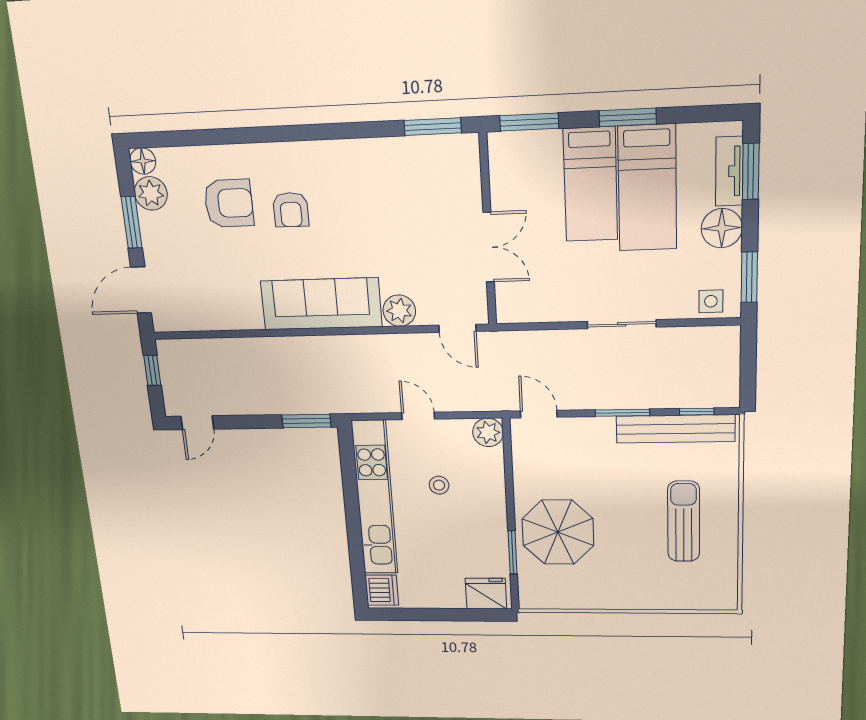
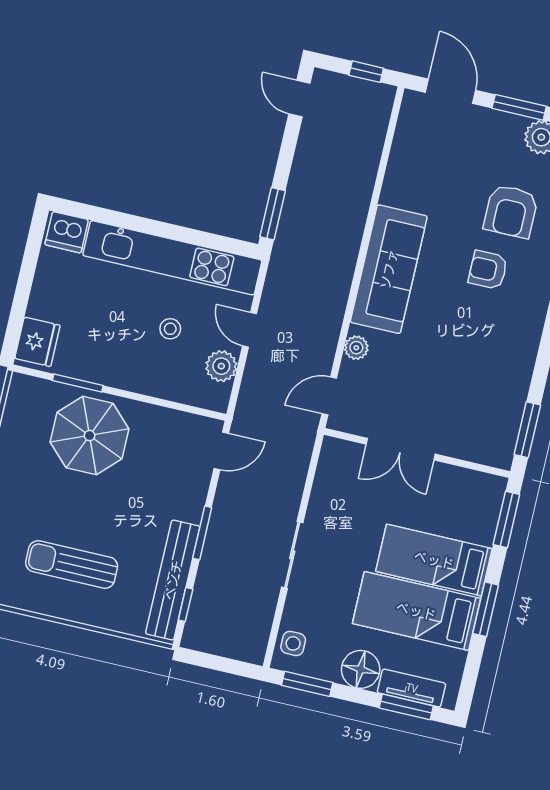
plant: (399, 311) -> (356, 348), width x0.73, depth x0.73
door: (418, 416) -> (249, 330), swing flipped
plant: (488, 432) -> (221, 366), moved
sun lounger: (684, 521) -> (72, 564), turned 180

